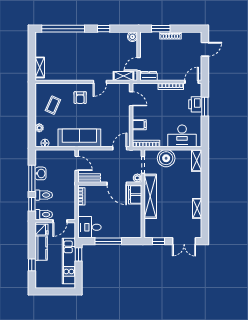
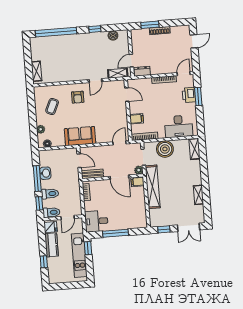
boiler: (132, 37) -> (113, 35), moved
sofa: (79, 138) -> (80, 136), width x0.73
filing cabinet: (135, 195) -> (138, 182), width x0.50

